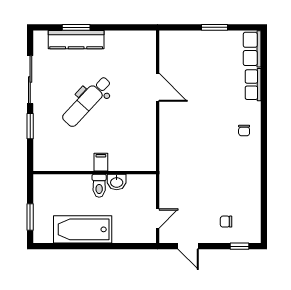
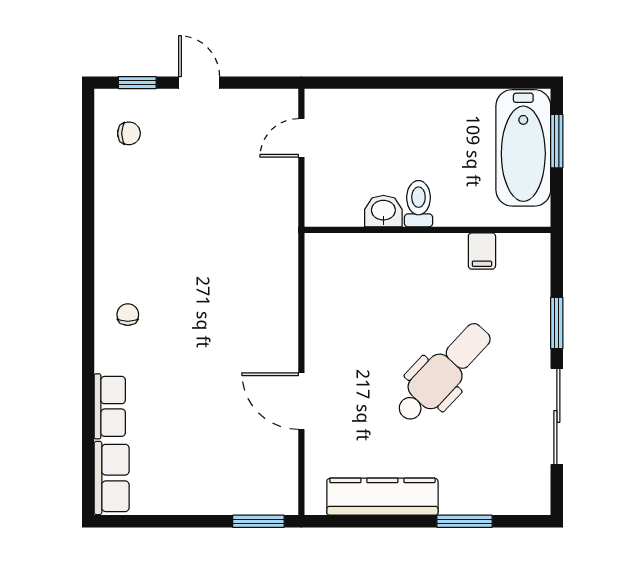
window: (215, 27) -> (258, 521), moved
kitchen counter: (76, 40) -> (382, 497), moved
filing cabinet: (101, 162) -> (482, 251), moved
chair: (226, 222) -> (129, 133), moved
bathtub: (83, 229) -> (523, 148), moved, turned 90
door: (188, 246) -> (199, 83), moved

